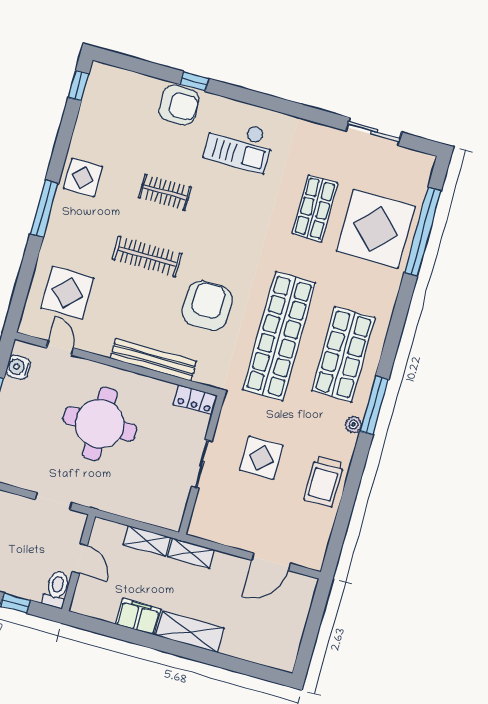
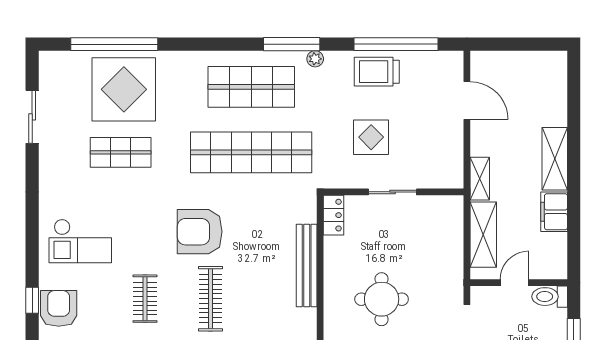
checkout: (239, 145) -> (80, 241), turned 90
armchair: (207, 306) -> (200, 232), moved
round table: (100, 424) -> (382, 299), width x0.73, depth x0.73
trolley: (324, 481) -> (377, 72), turned 180
window: (346, 508) -> (396, 44), added
shelving: (147, 541) -> (483, 235), width x1.50, depth x1.33

